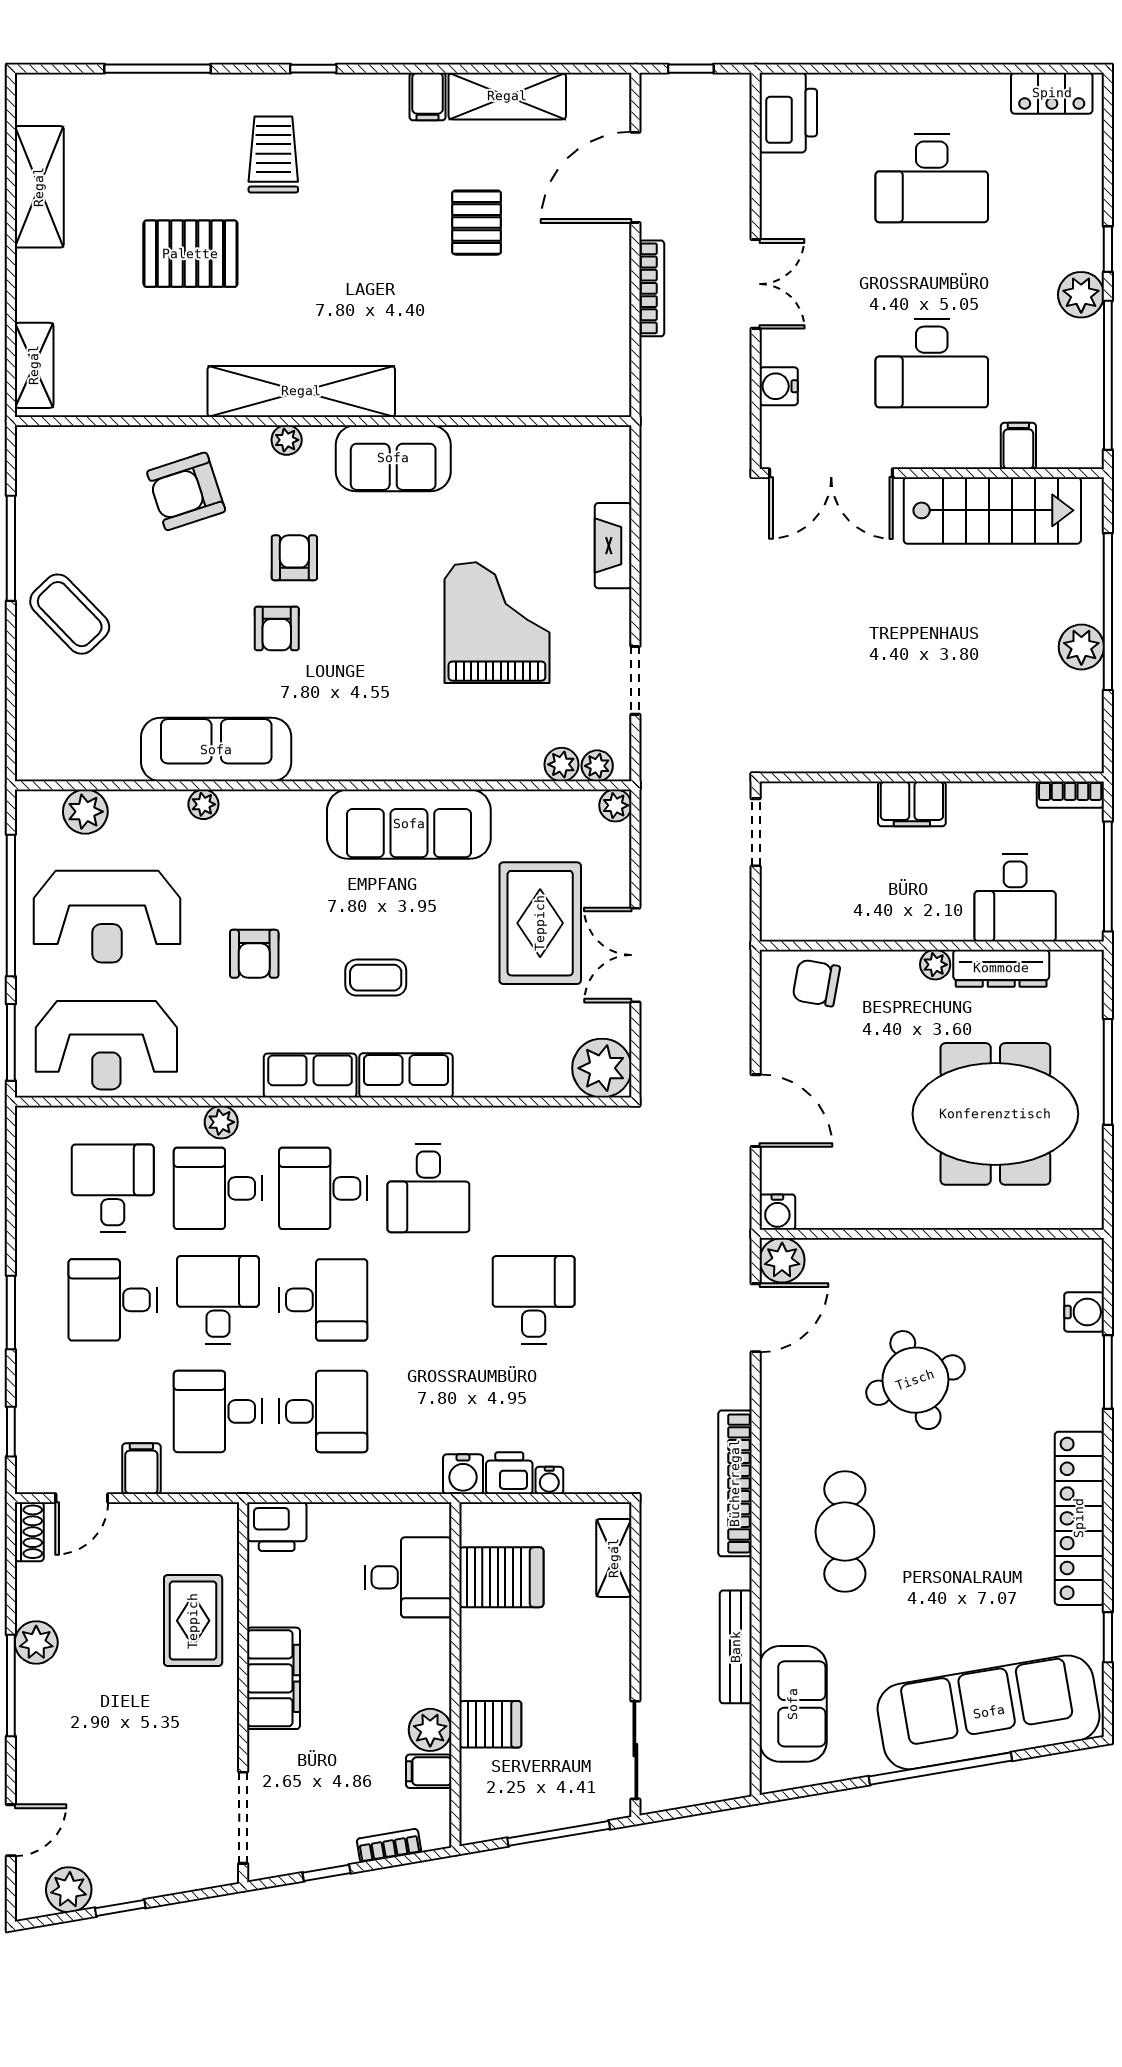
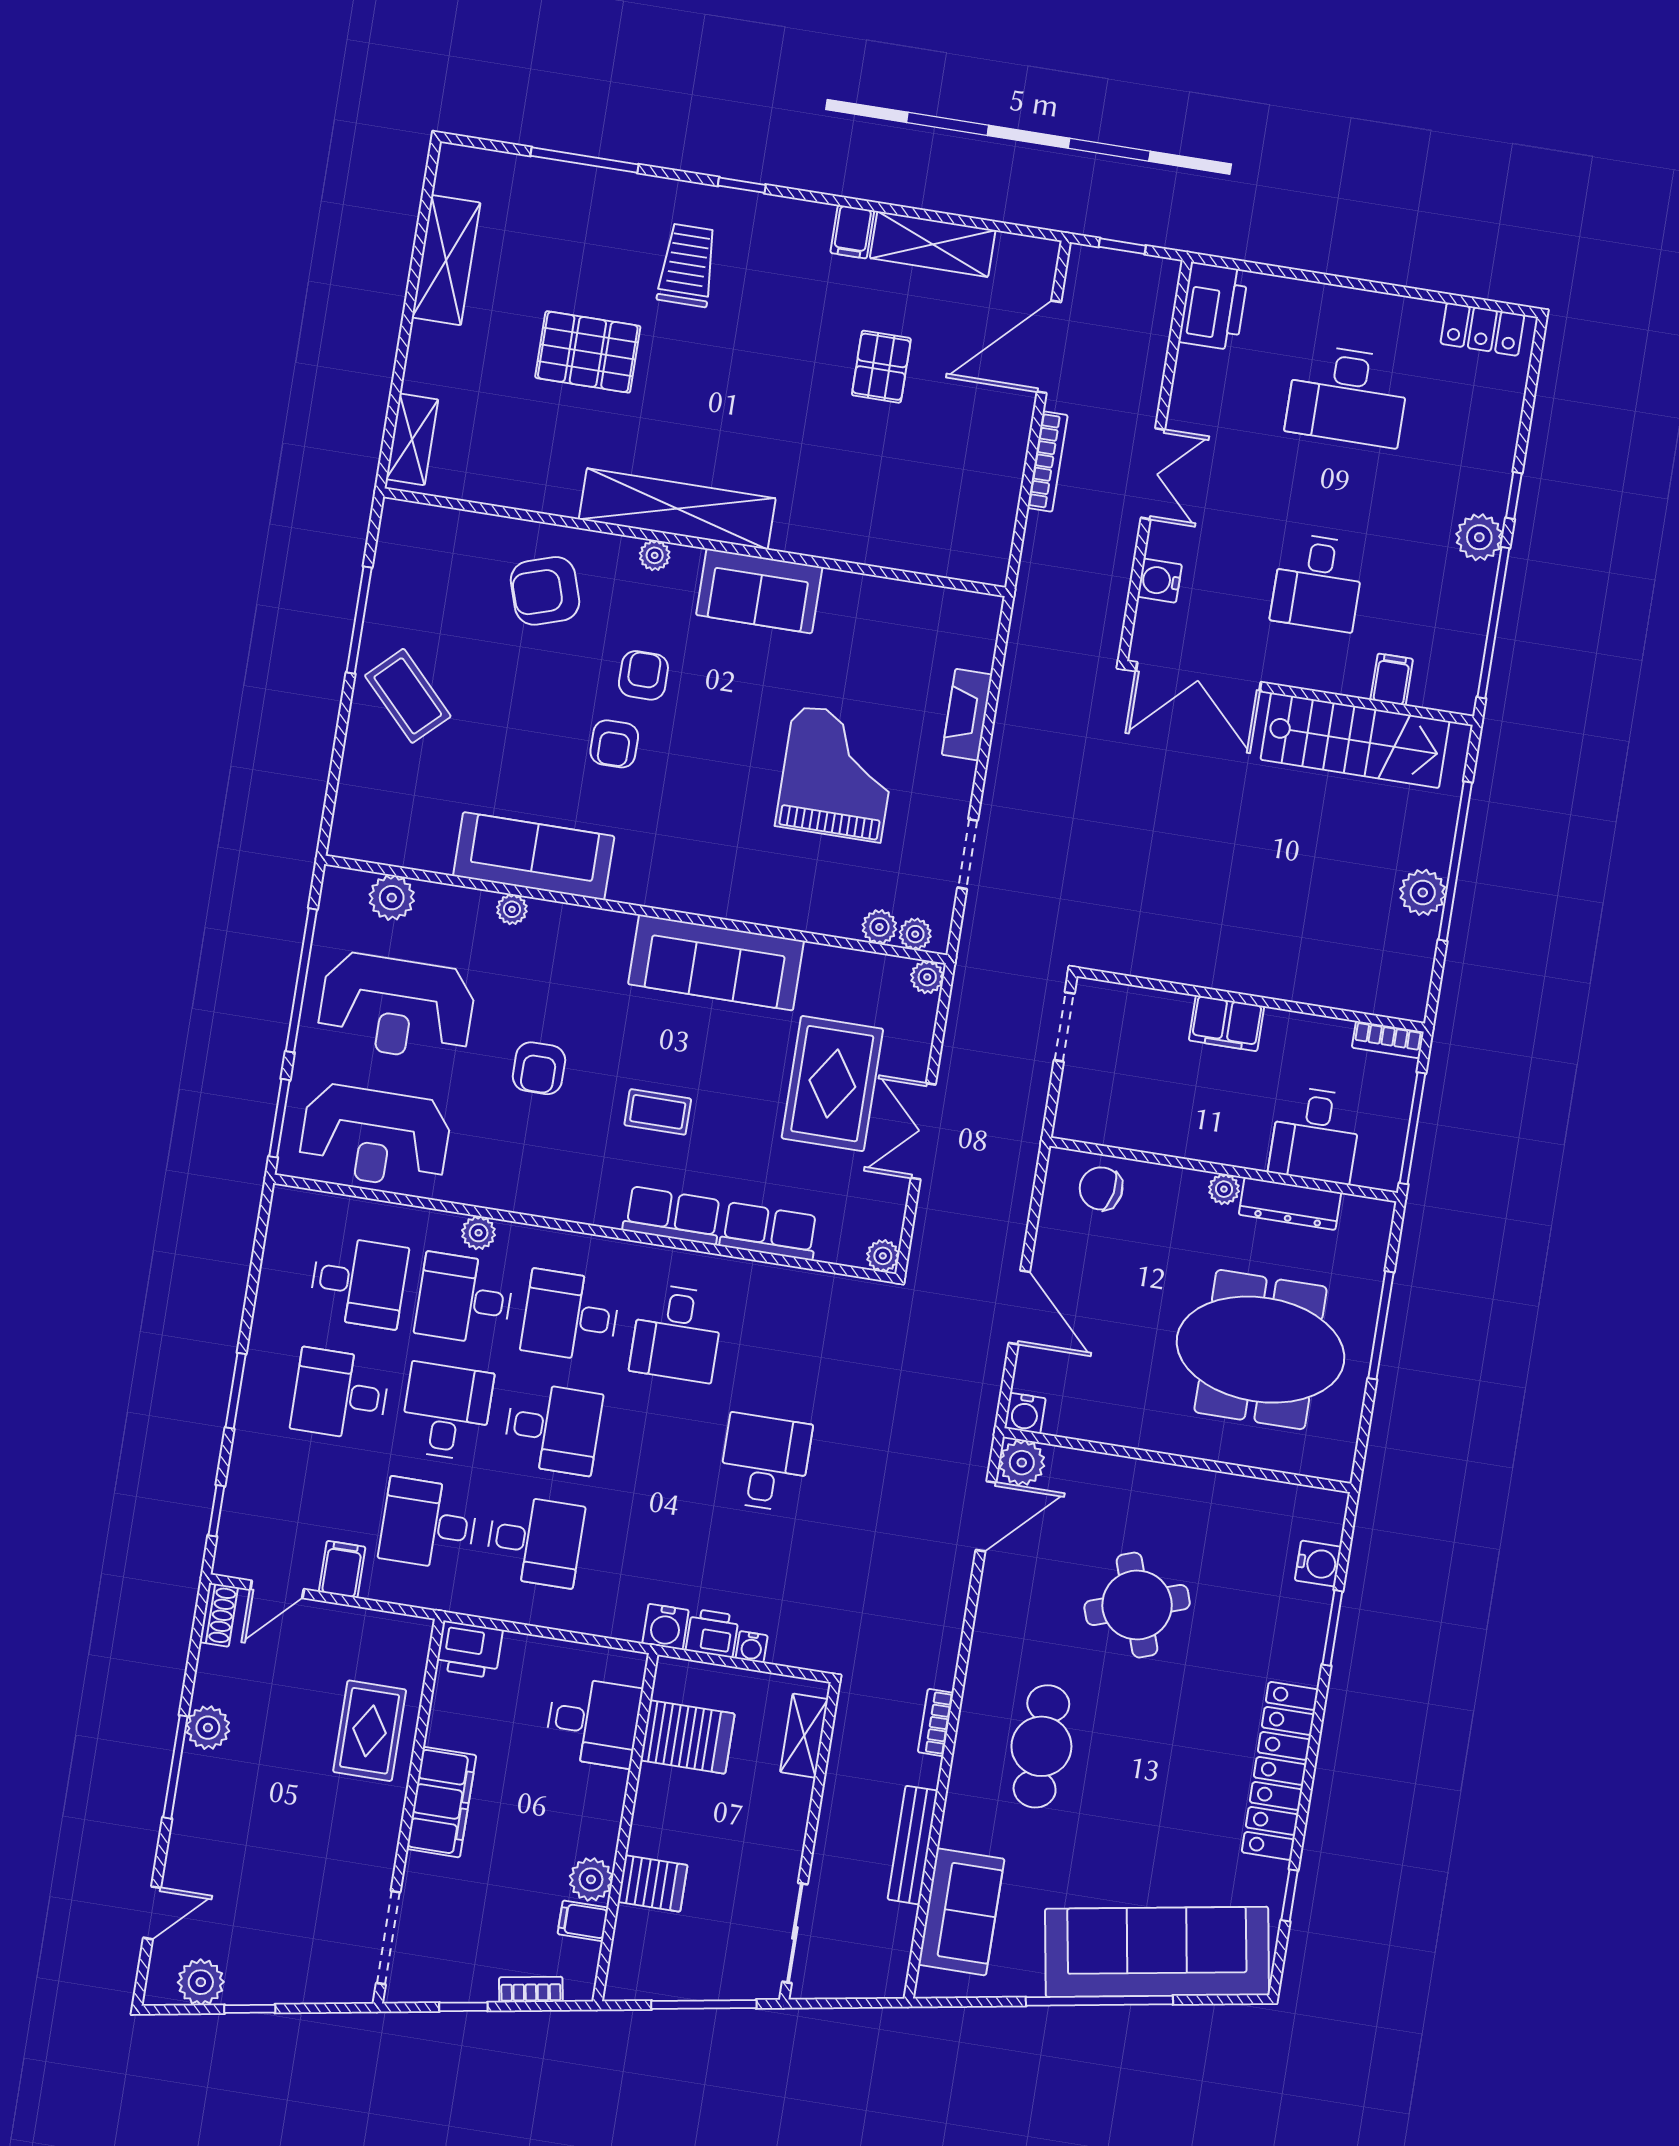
desk: (932, 363) -> (1318, 582), width x0.73
plant: (602, 1068) -> (883, 1256), width x0.53, depth x0.53
row of seats: (310, 1076) -> (769, 1231), moved
desk: (113, 1188) -> (358, 1282), turned 90
bookcase: (735, 1483) -> (936, 1723), width x0.43, depth x0.76

